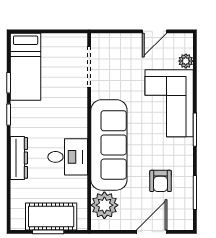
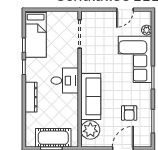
sofa: (109, 145) -> (91, 96), width x0.74, depth x0.79
desk: (68, 157) -> (65, 81), moved

